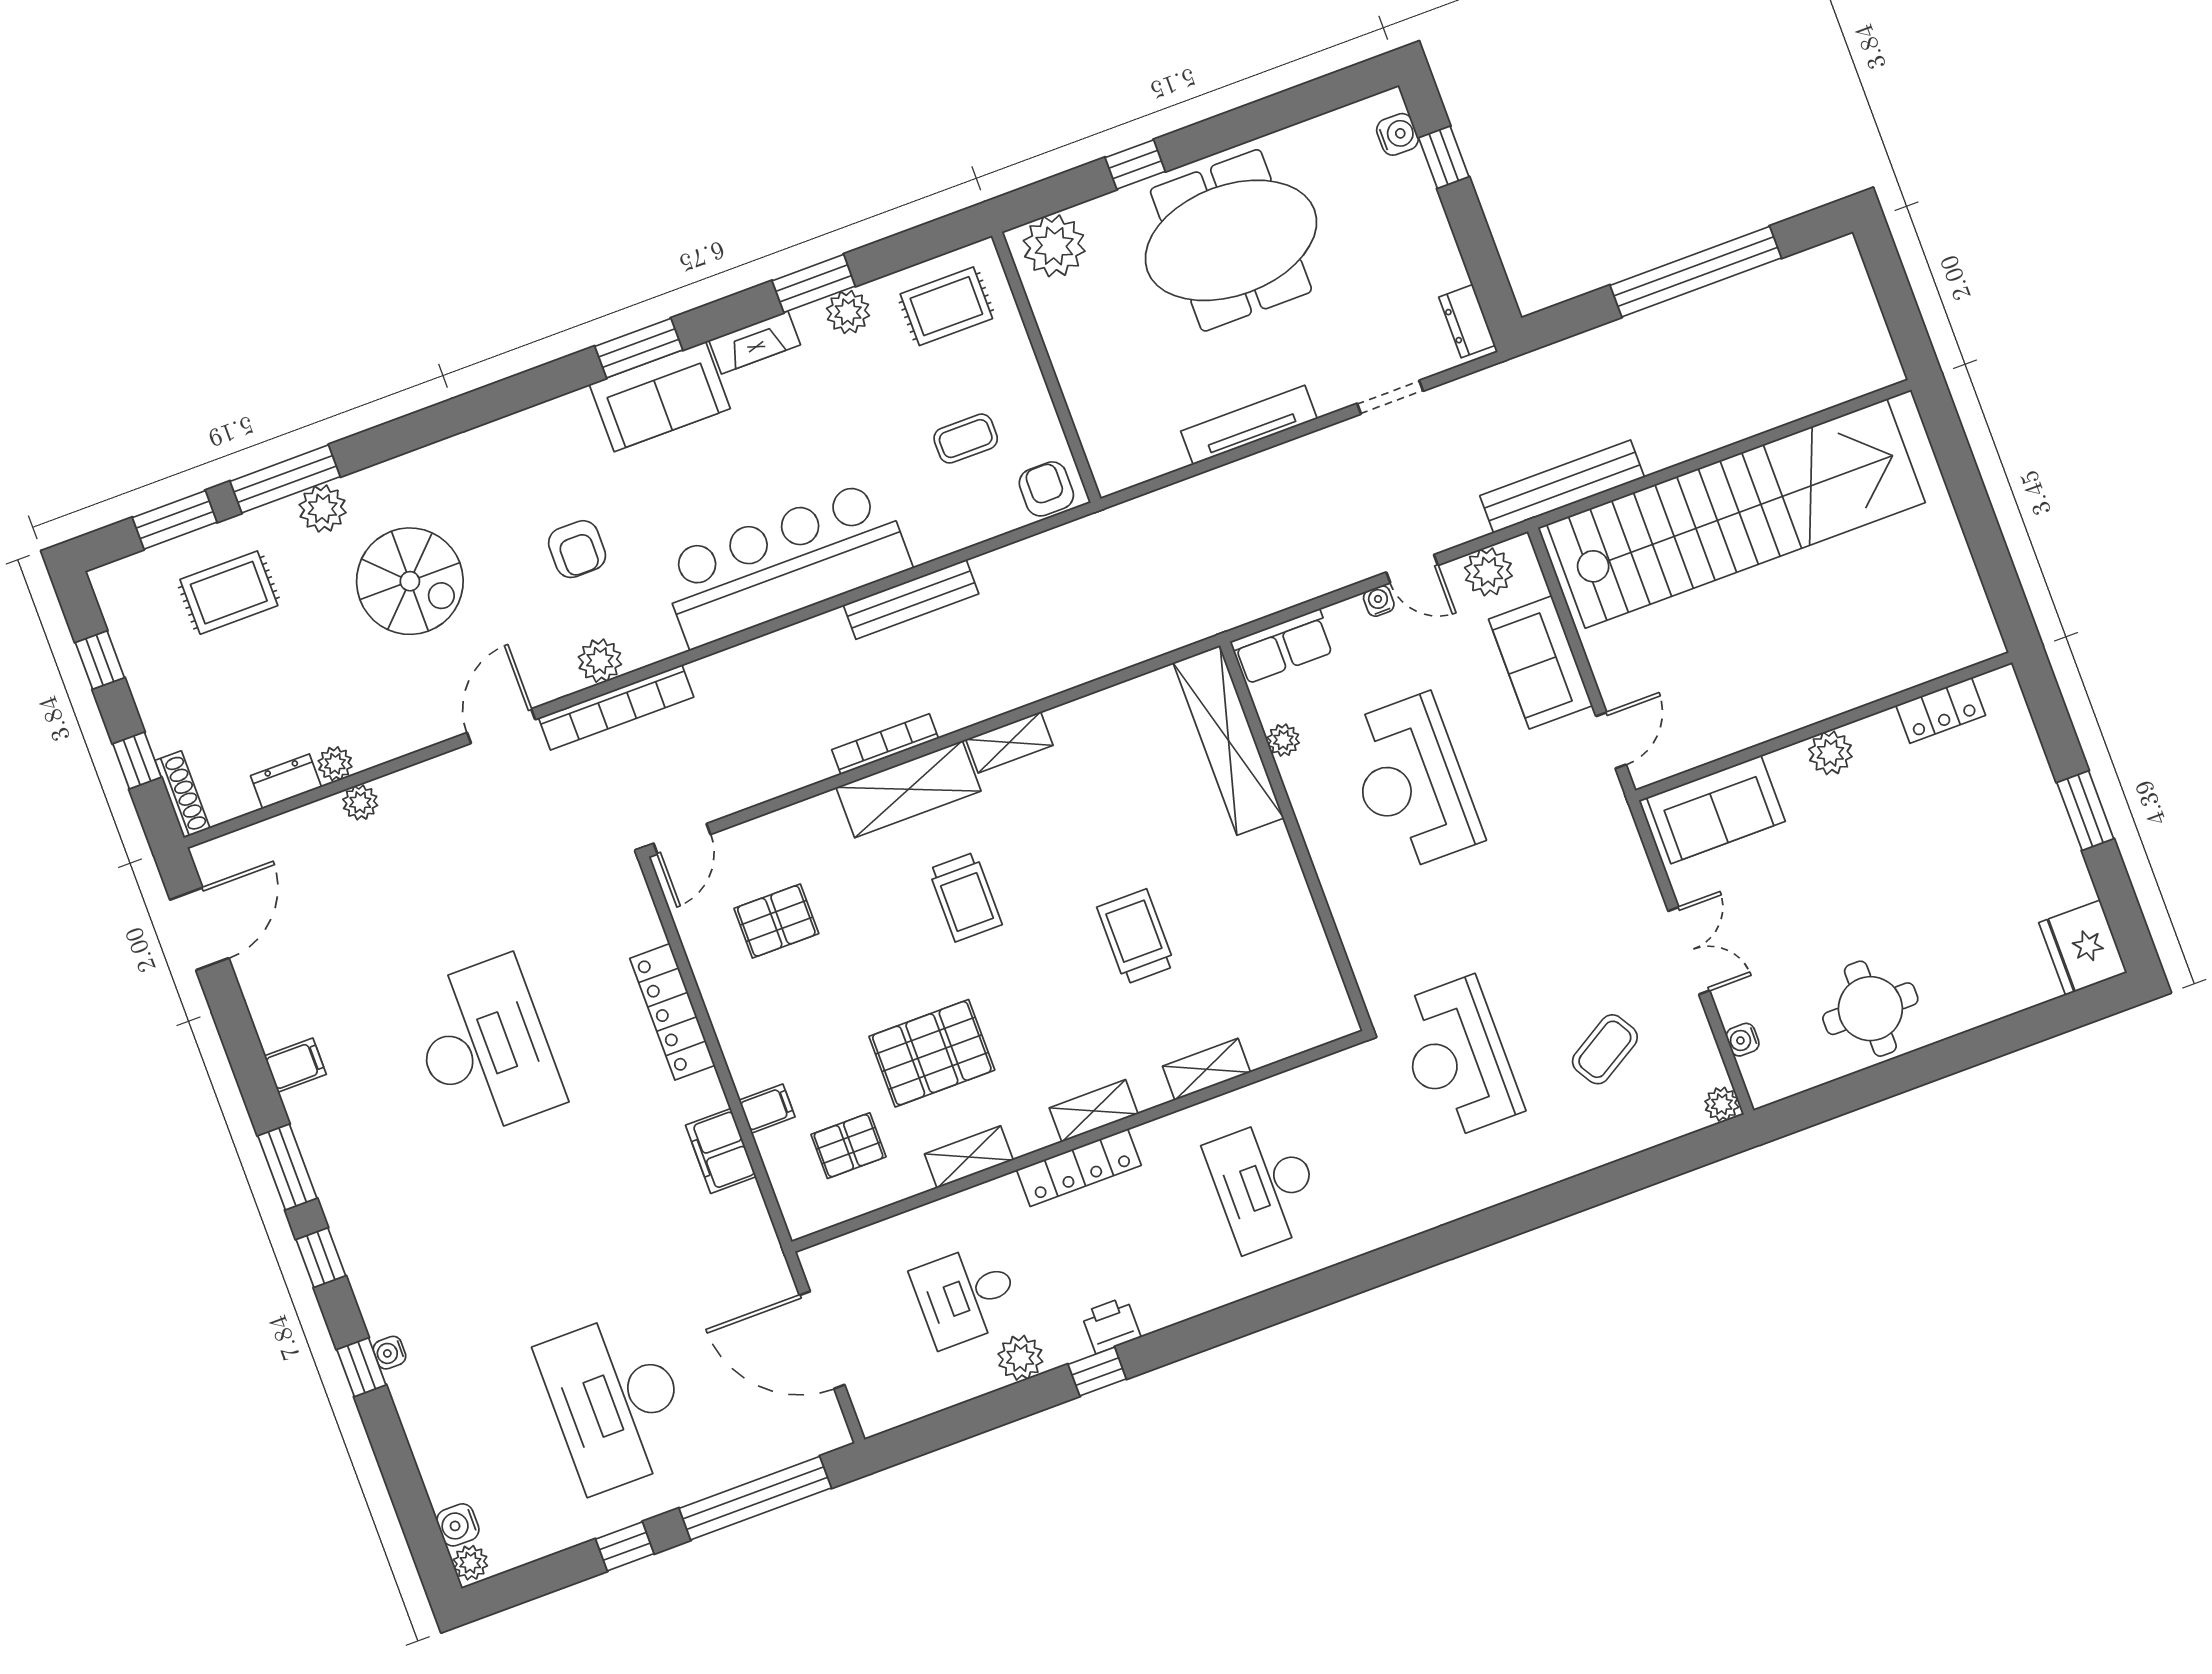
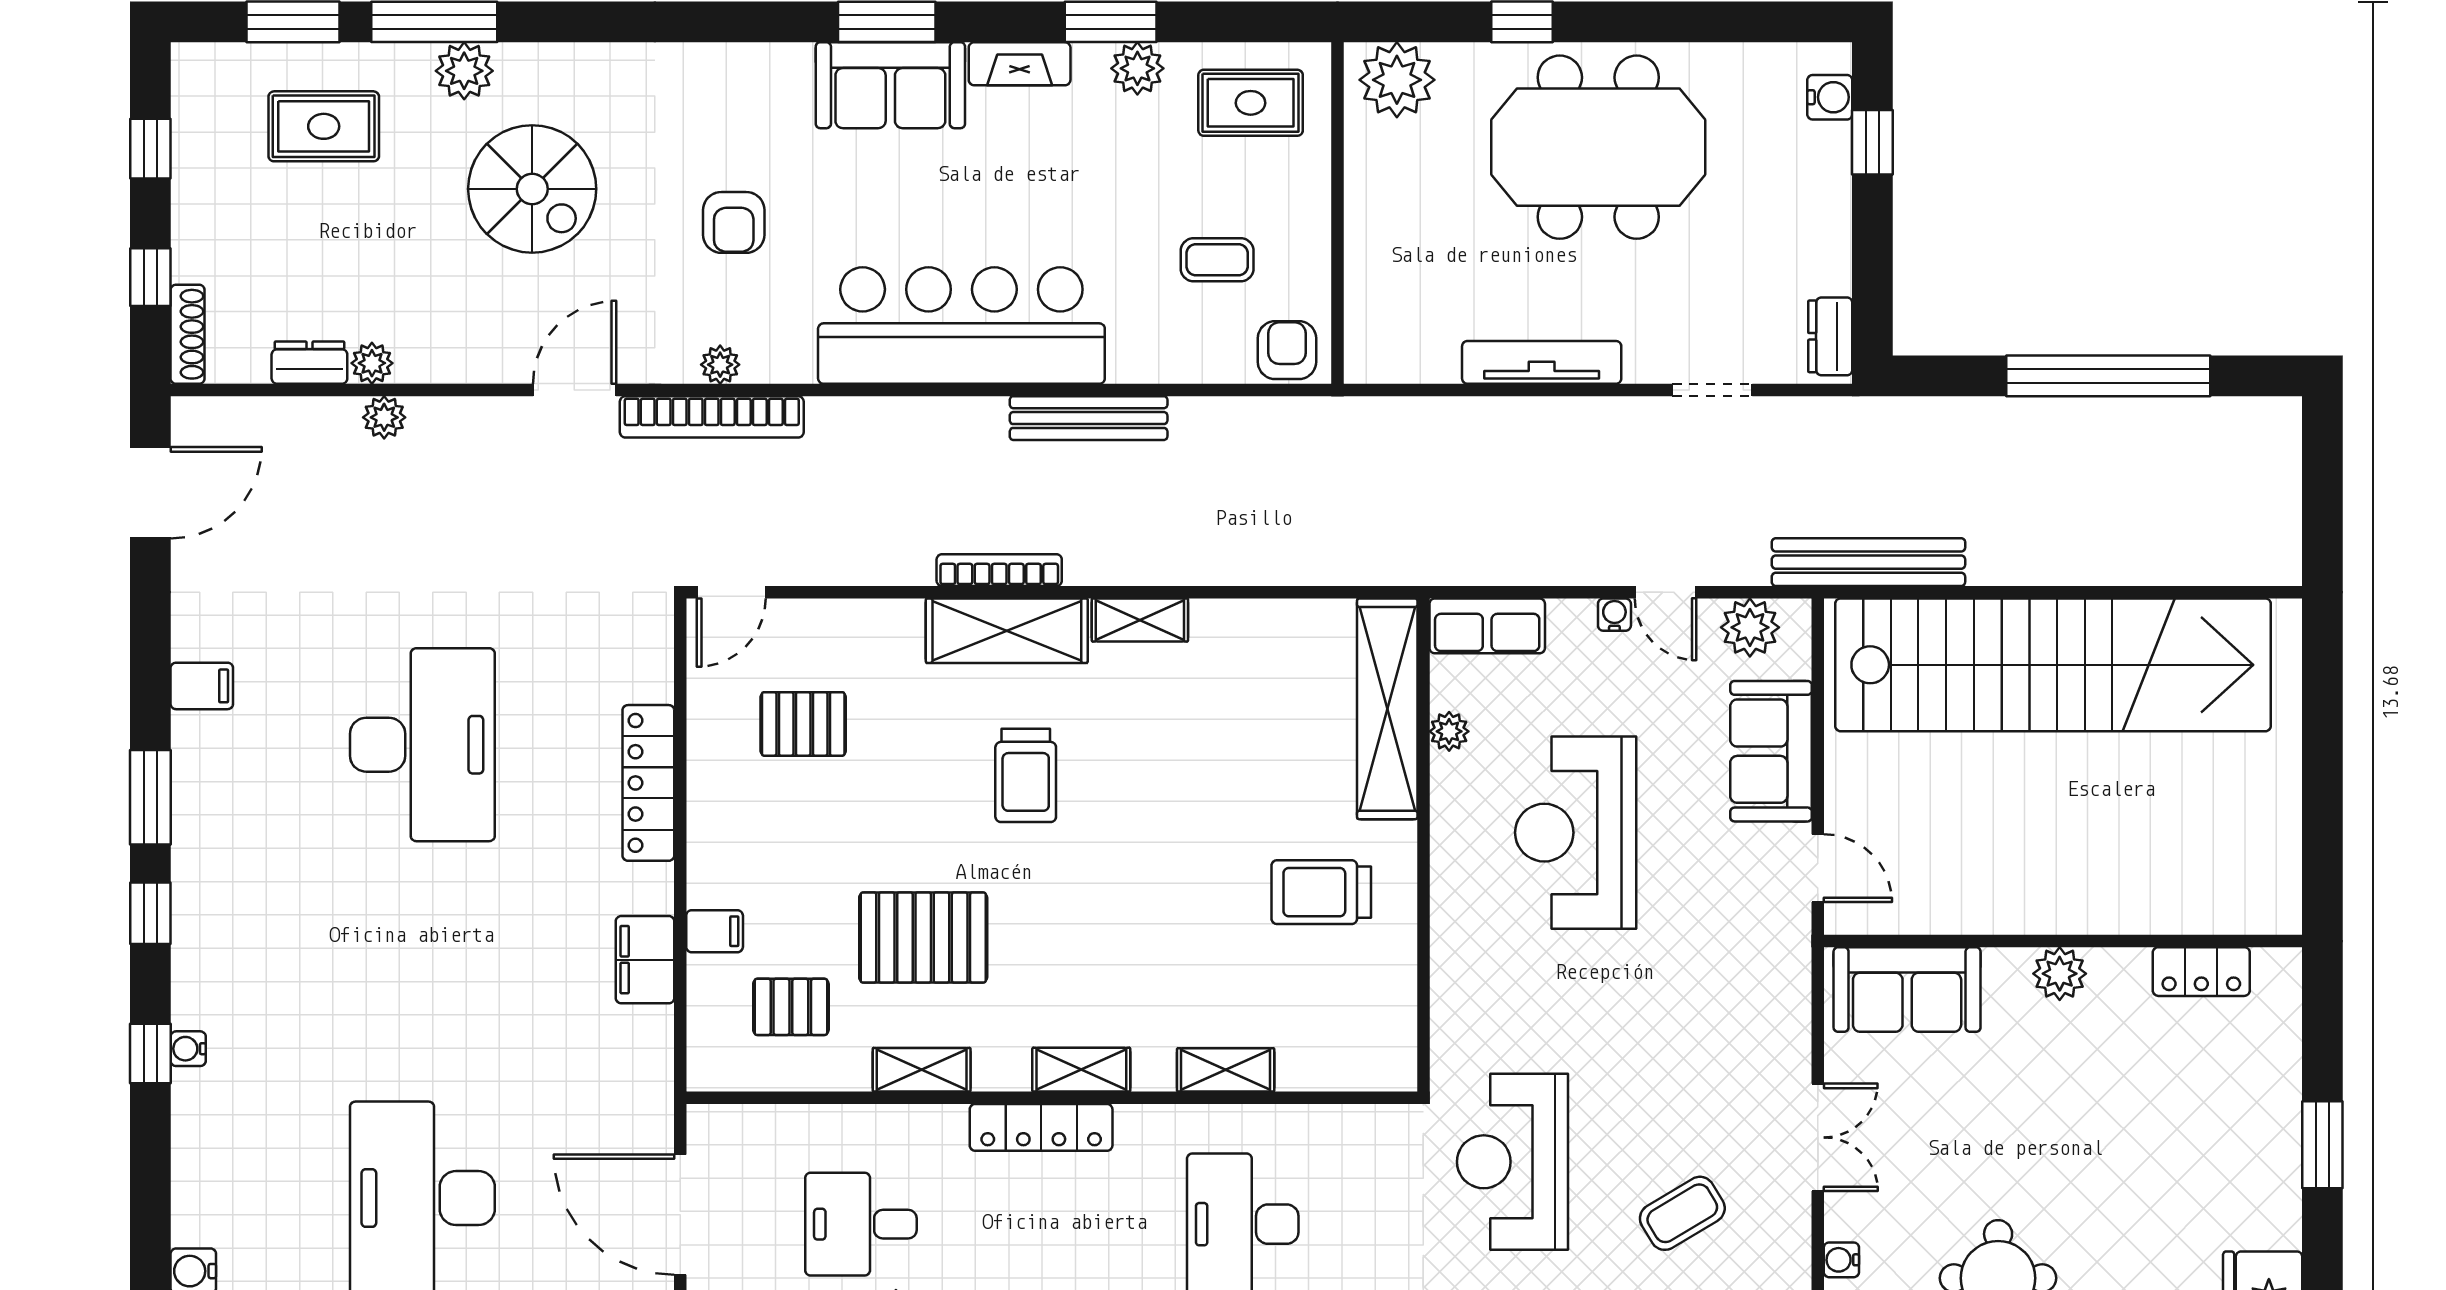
plant: (600, 661) -> (720, 365), width x0.73, depth x0.73
door: (1611, 740) -> (1818, 868), hinge flipped
trolley: (1136, 937) -> (1321, 892), moved, turned -90

